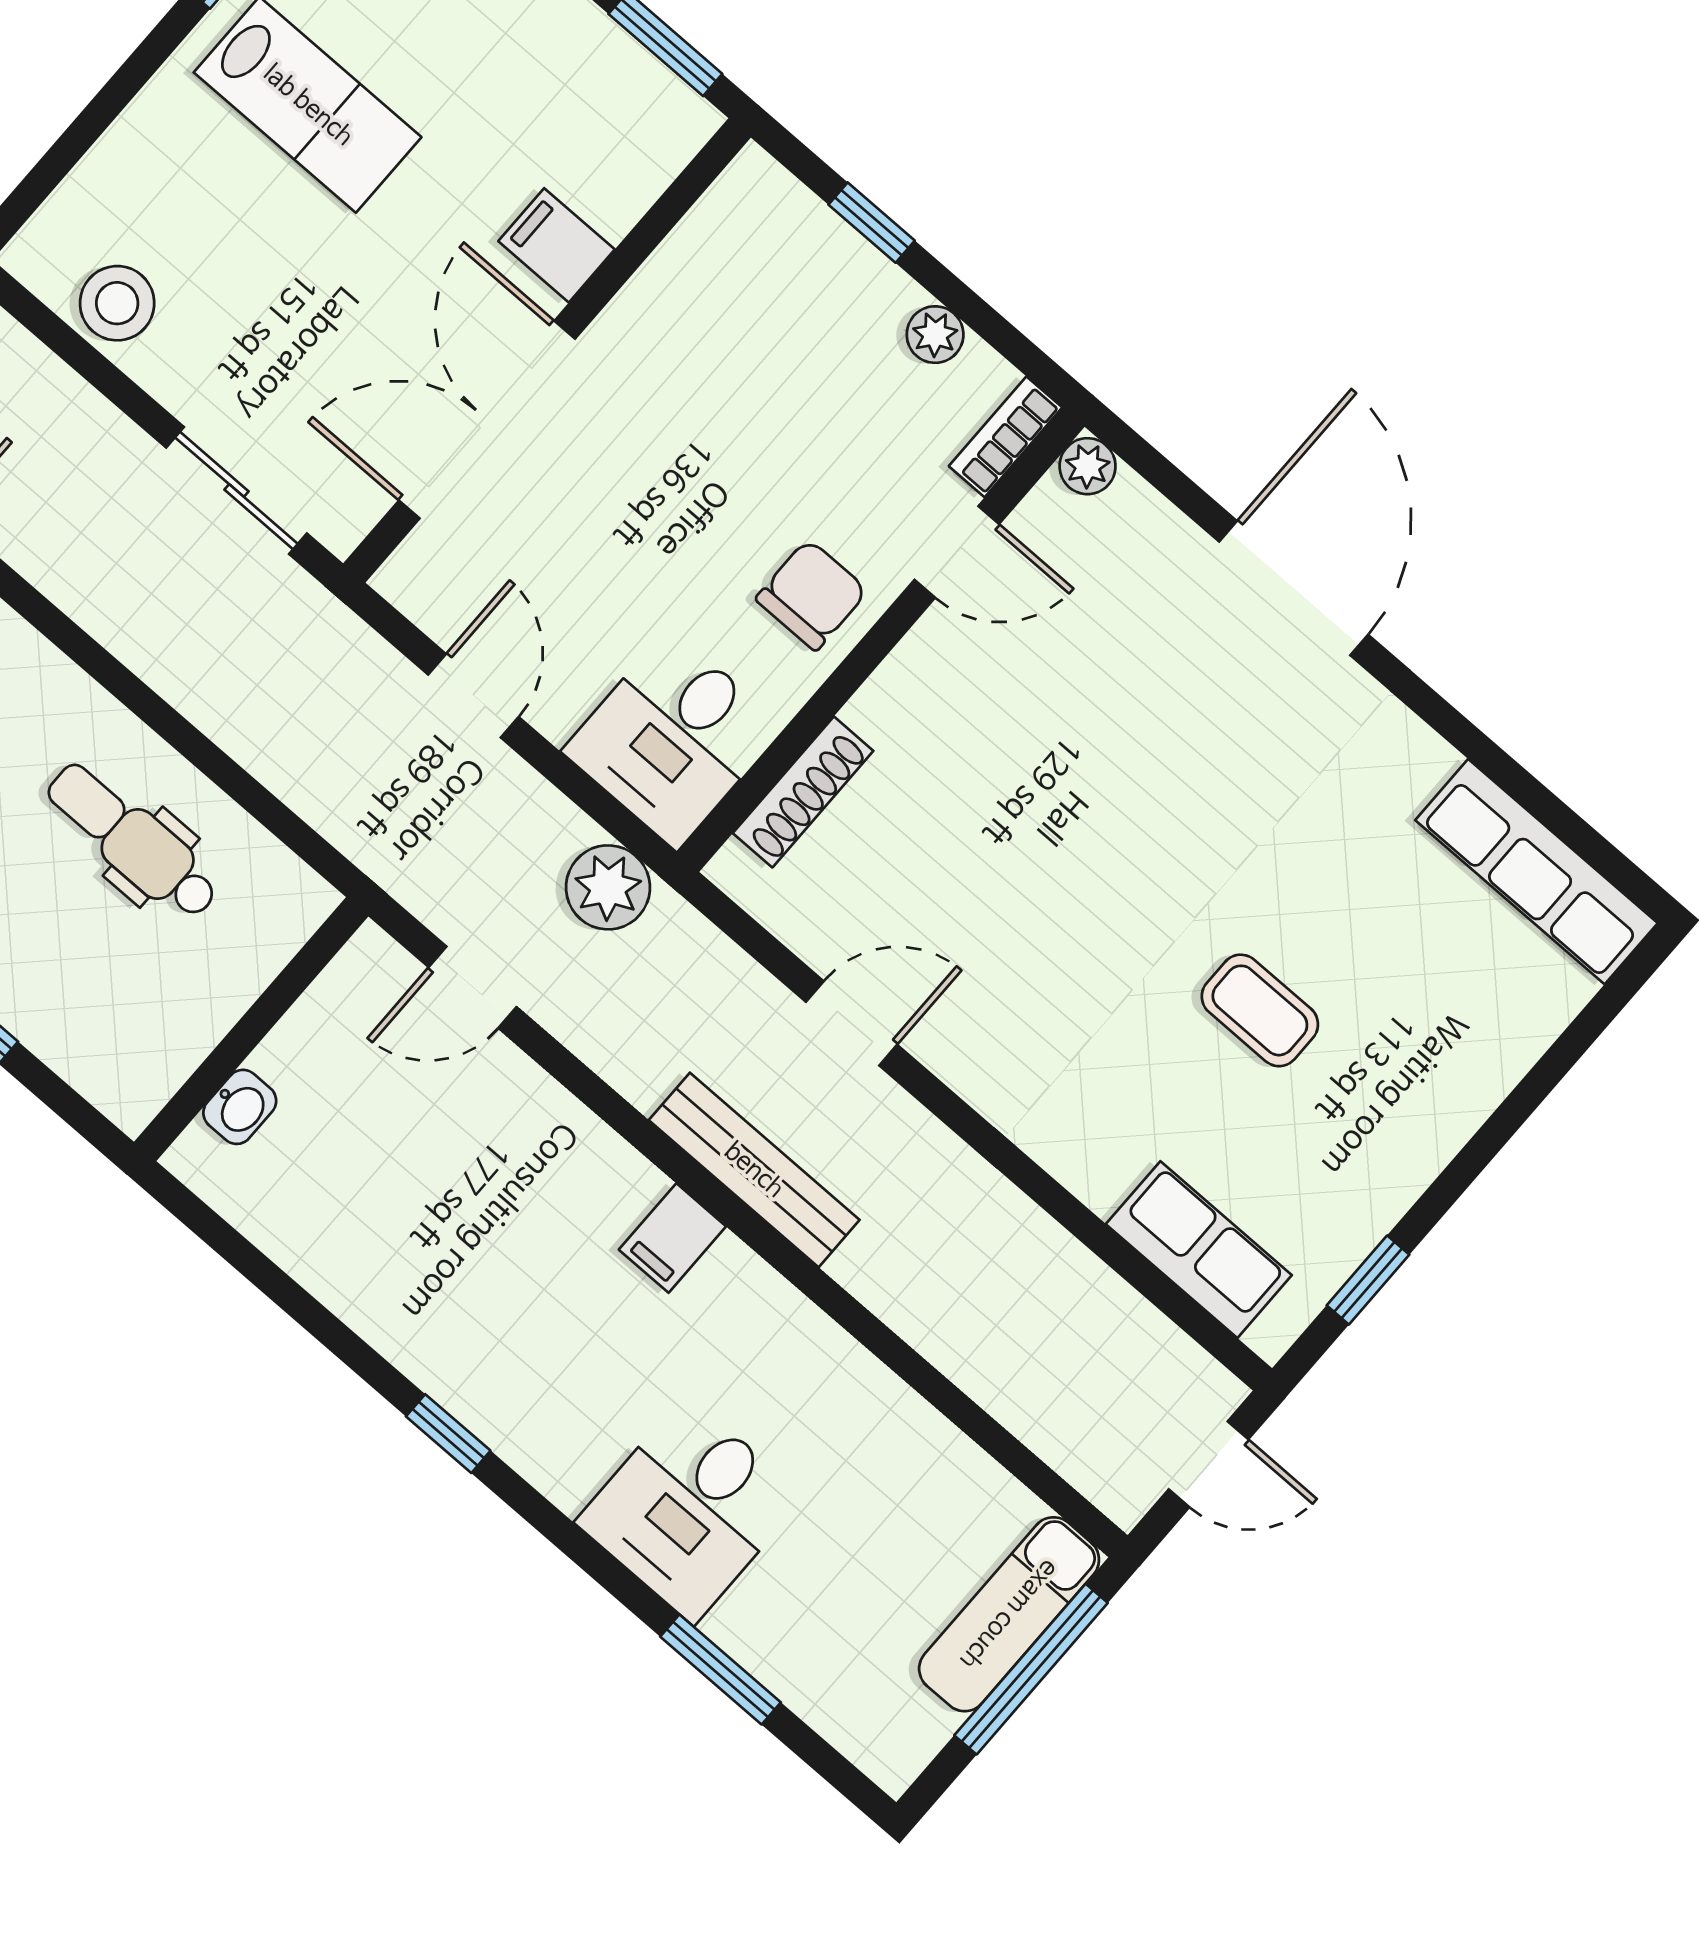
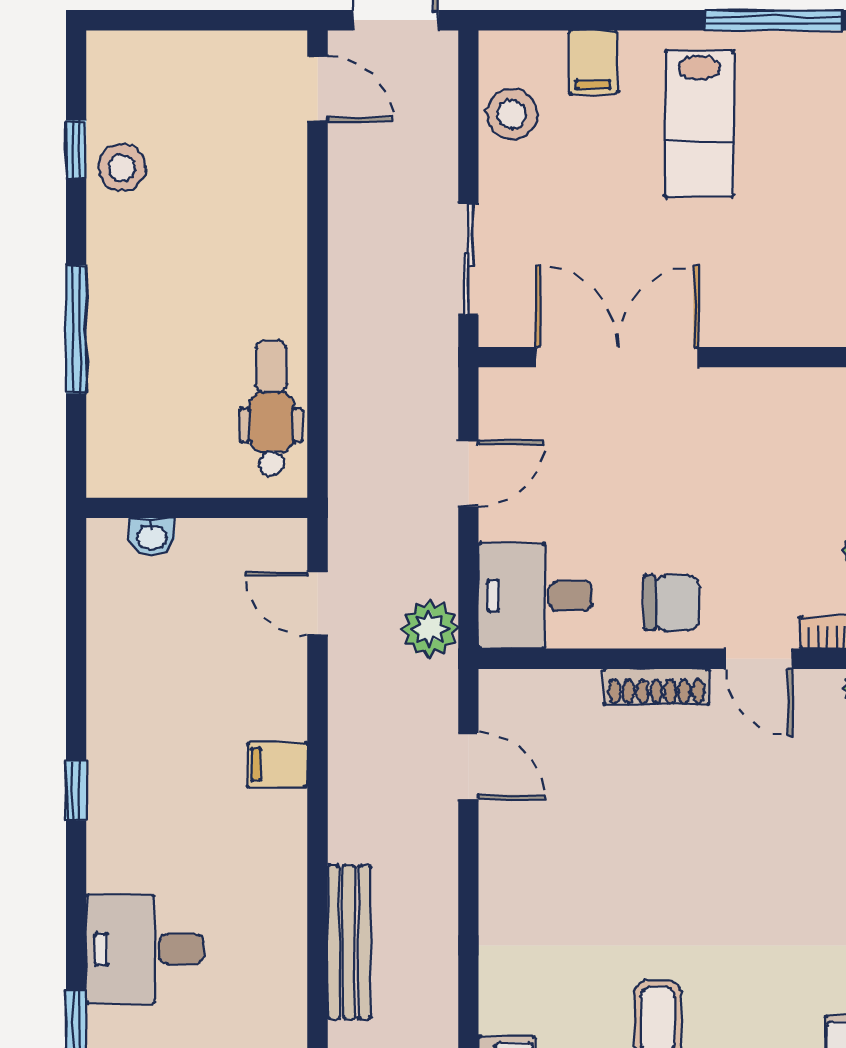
filing cabinet: (557, 245) -> (593, 62), moved, turned 180
shoe rack: (803, 792) -> (656, 687), moved
dental chair: (133, 841) -> (271, 408), moved
door: (852, 1023) -> (468, 766), moved
bench: (754, 1170) -> (349, 942), moved
filing cabinet: (672, 1238) -> (277, 765), moved

